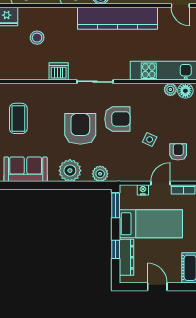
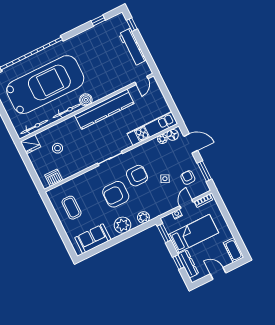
door: (180, 6) -> (141, 80), hinge flipped
dishwasher: (59, 71) -> (54, 178), moved
armchair: (80, 129) -> (116, 194), turned -90

